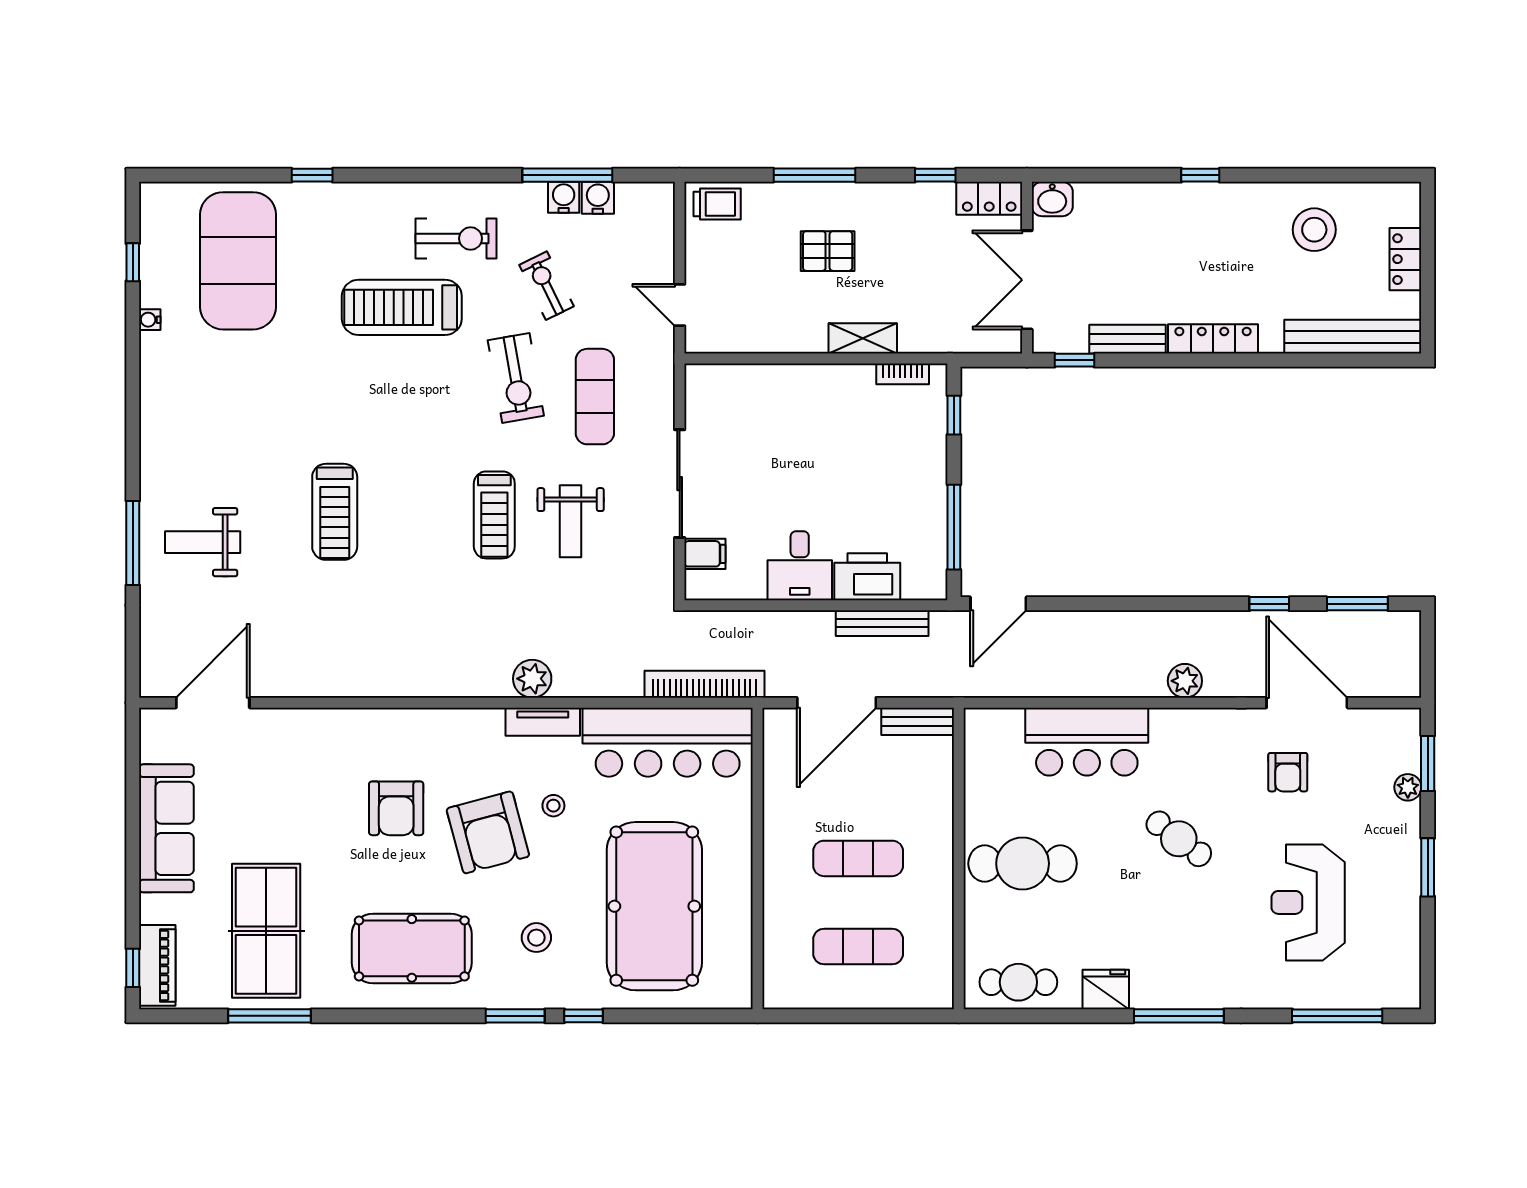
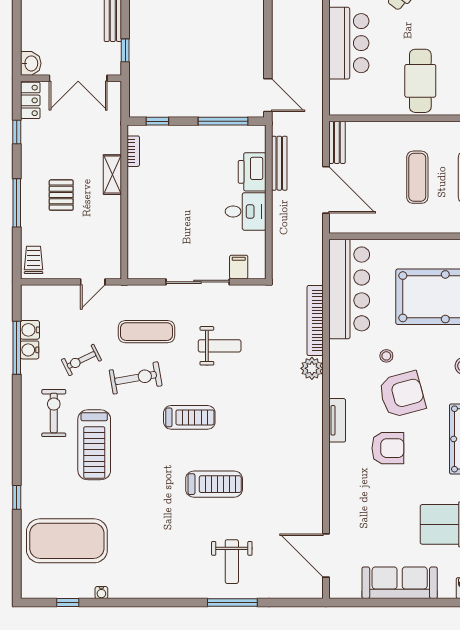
treadmill: (494, 515) -> (189, 417), moved
bookcase: (704, 684) -> (315, 321), moved
tv unit: (543, 722) -> (337, 420), moved

